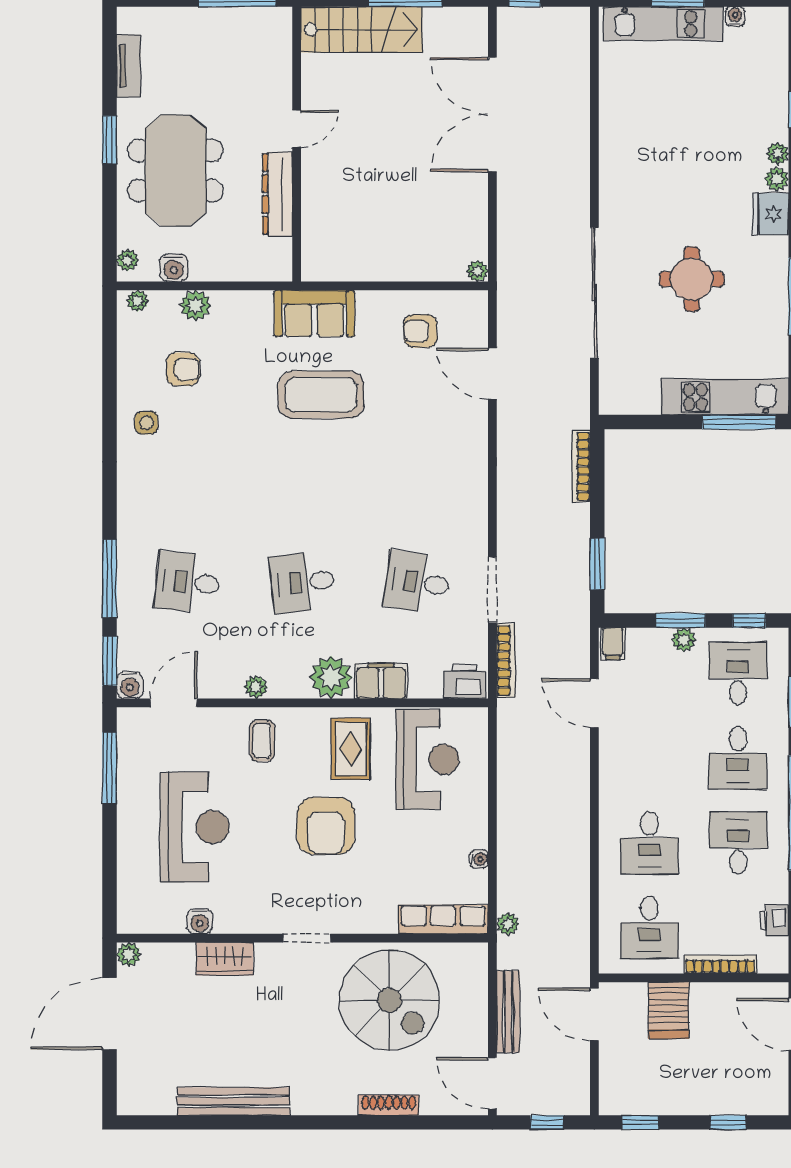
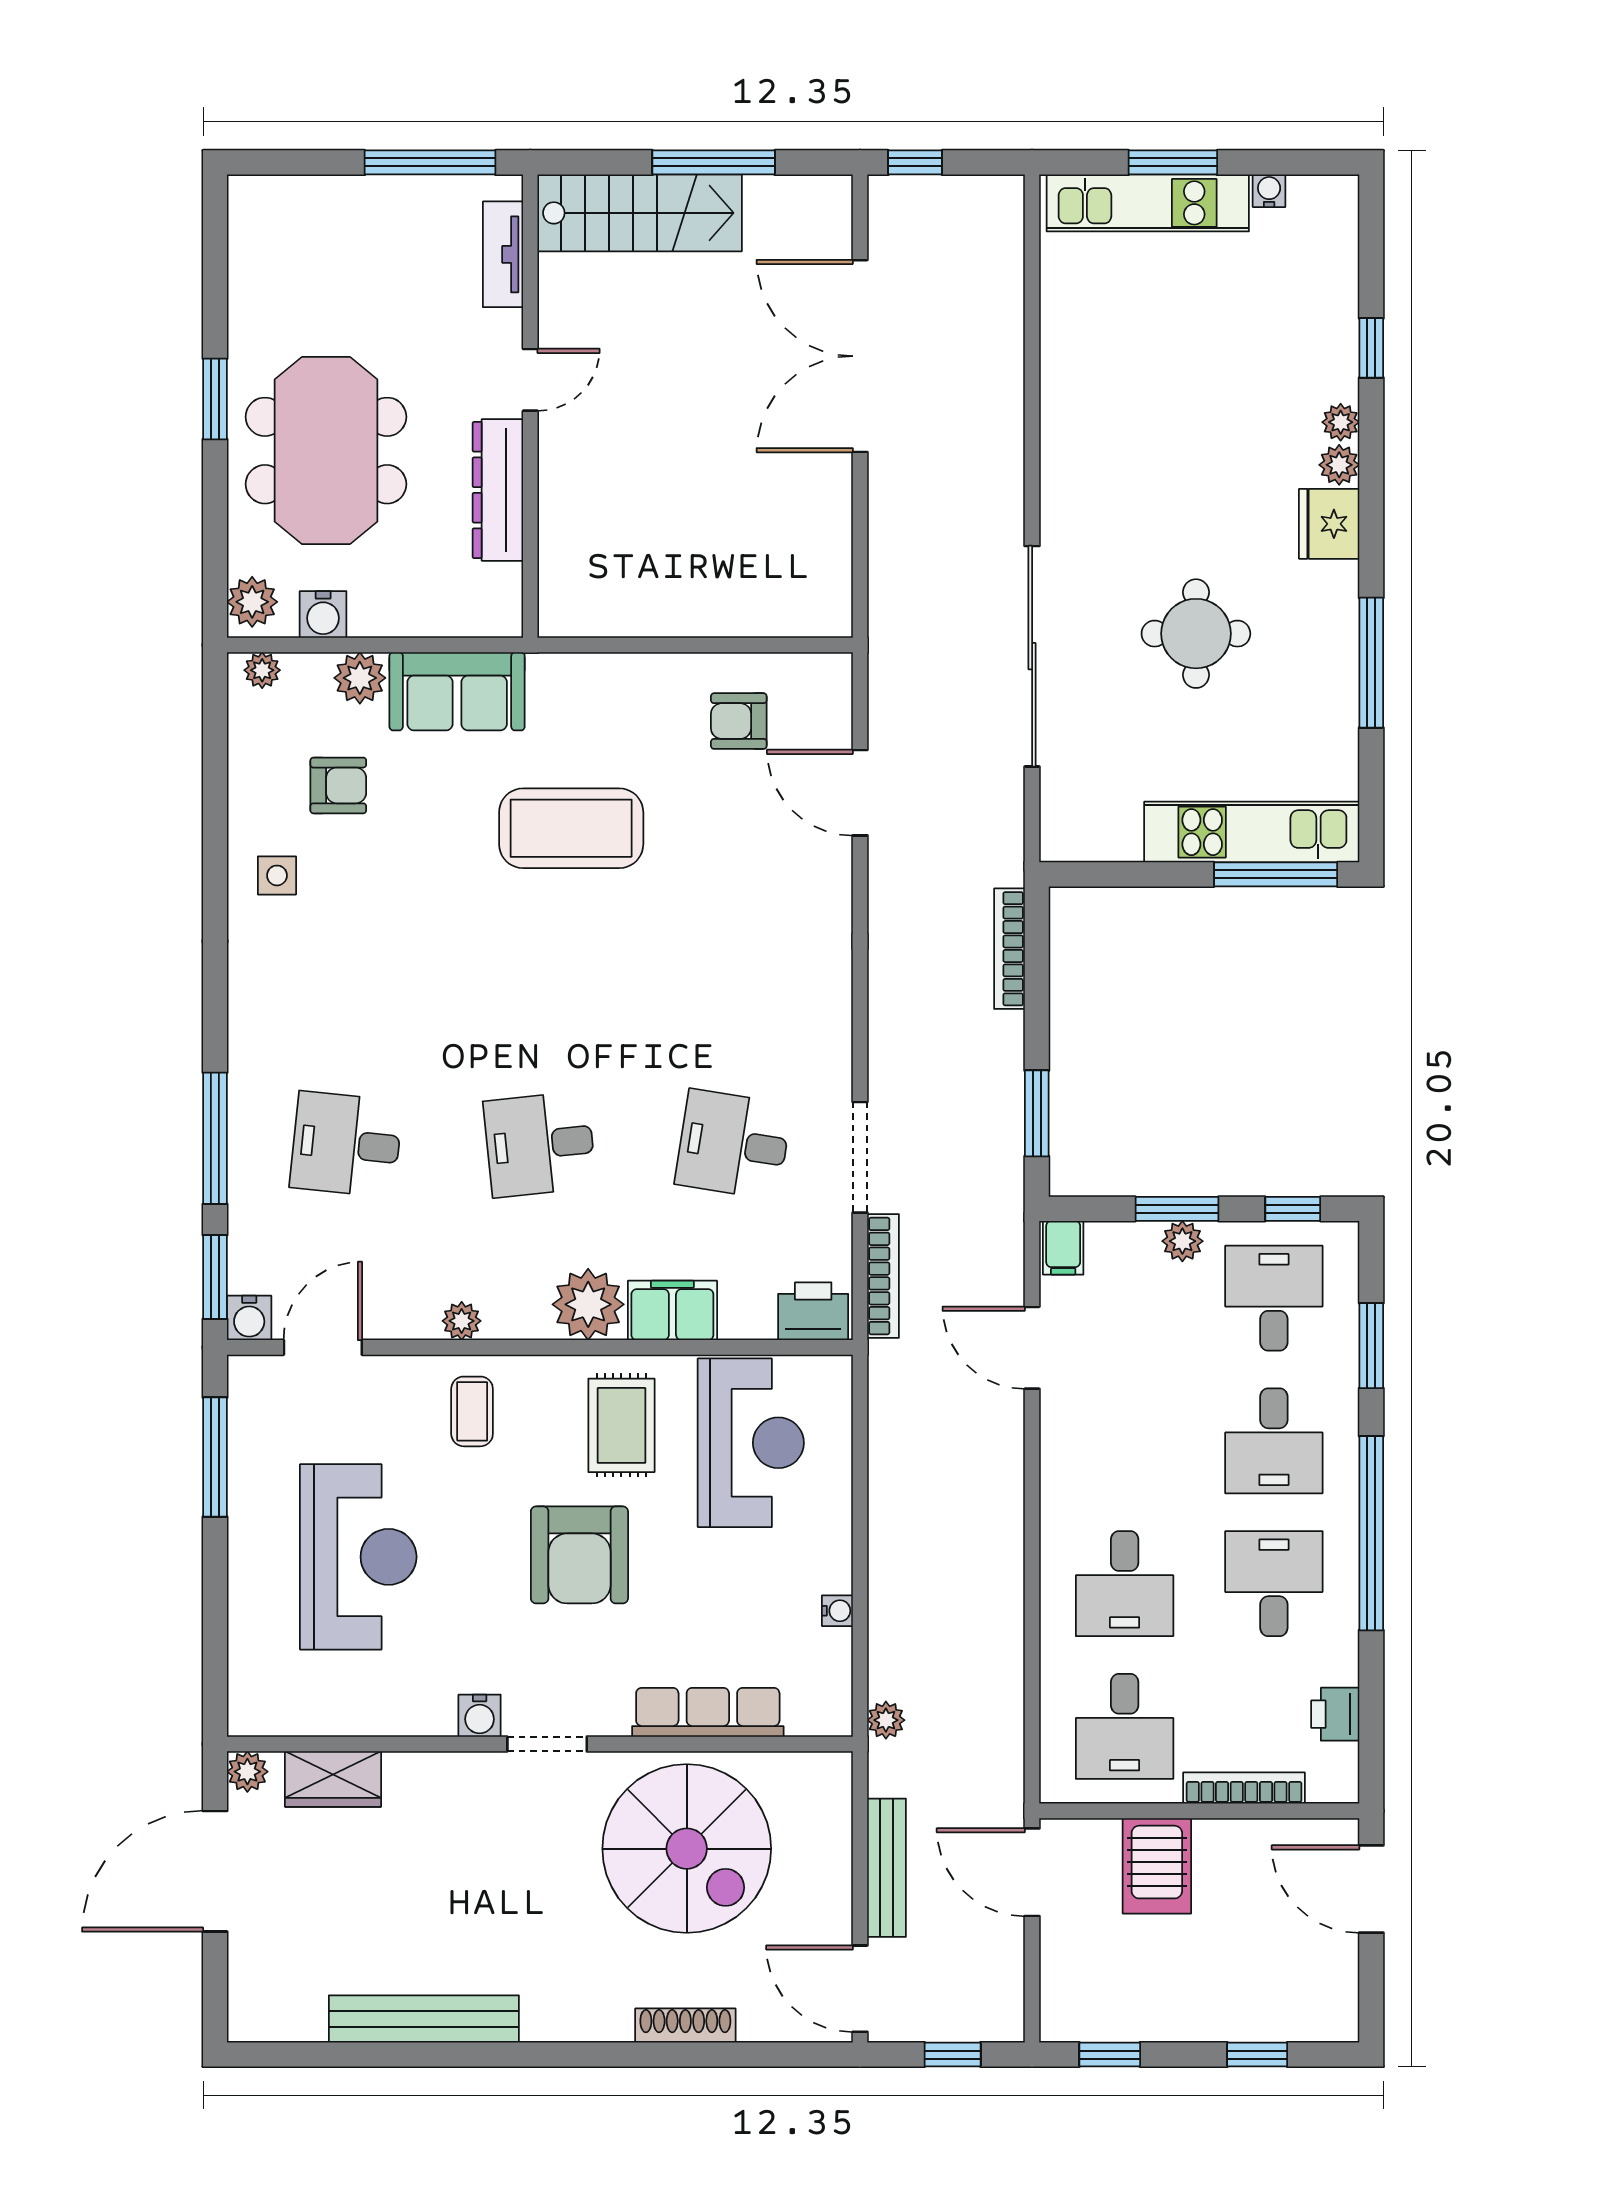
tv unit: (129, 66) -> (503, 254), moved, turned 180
plant: (128, 260) -> (252, 602), width x1.38, depth x1.38
plant: (477, 271) -> (835, 620), removed
sofa: (314, 313) -> (457, 691), moved
row of seats: (443, 919) -> (708, 1712), moved
water cooler: (200, 921) -> (480, 1716), moved
wardrobe: (225, 959) -> (333, 1779), moved

